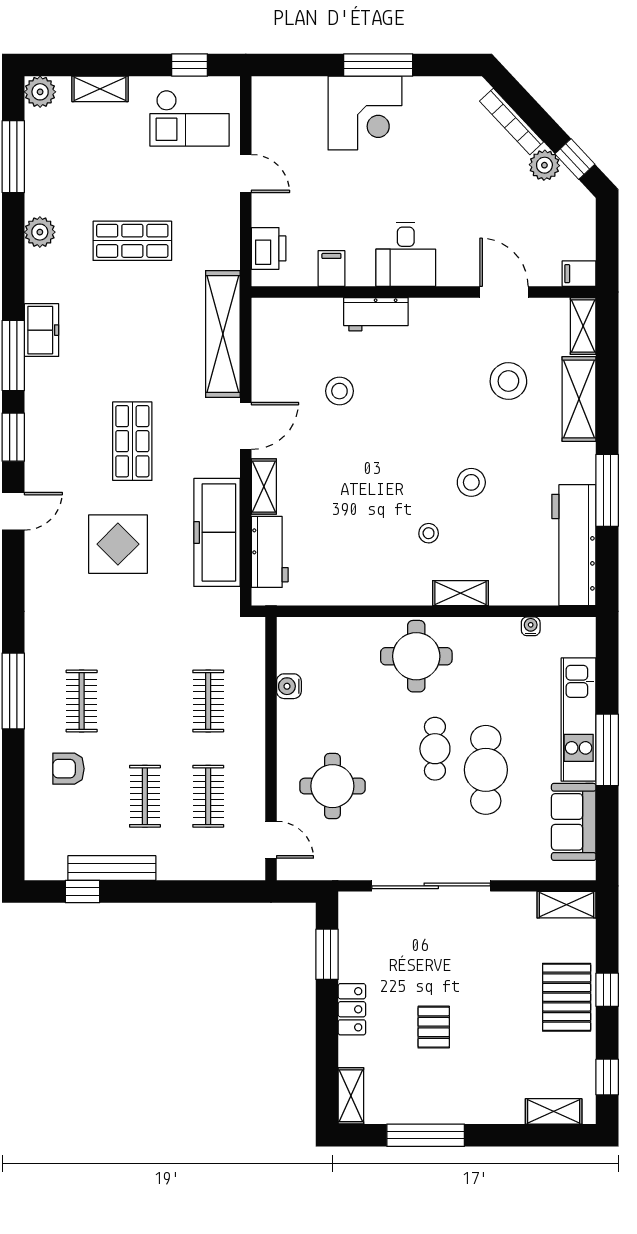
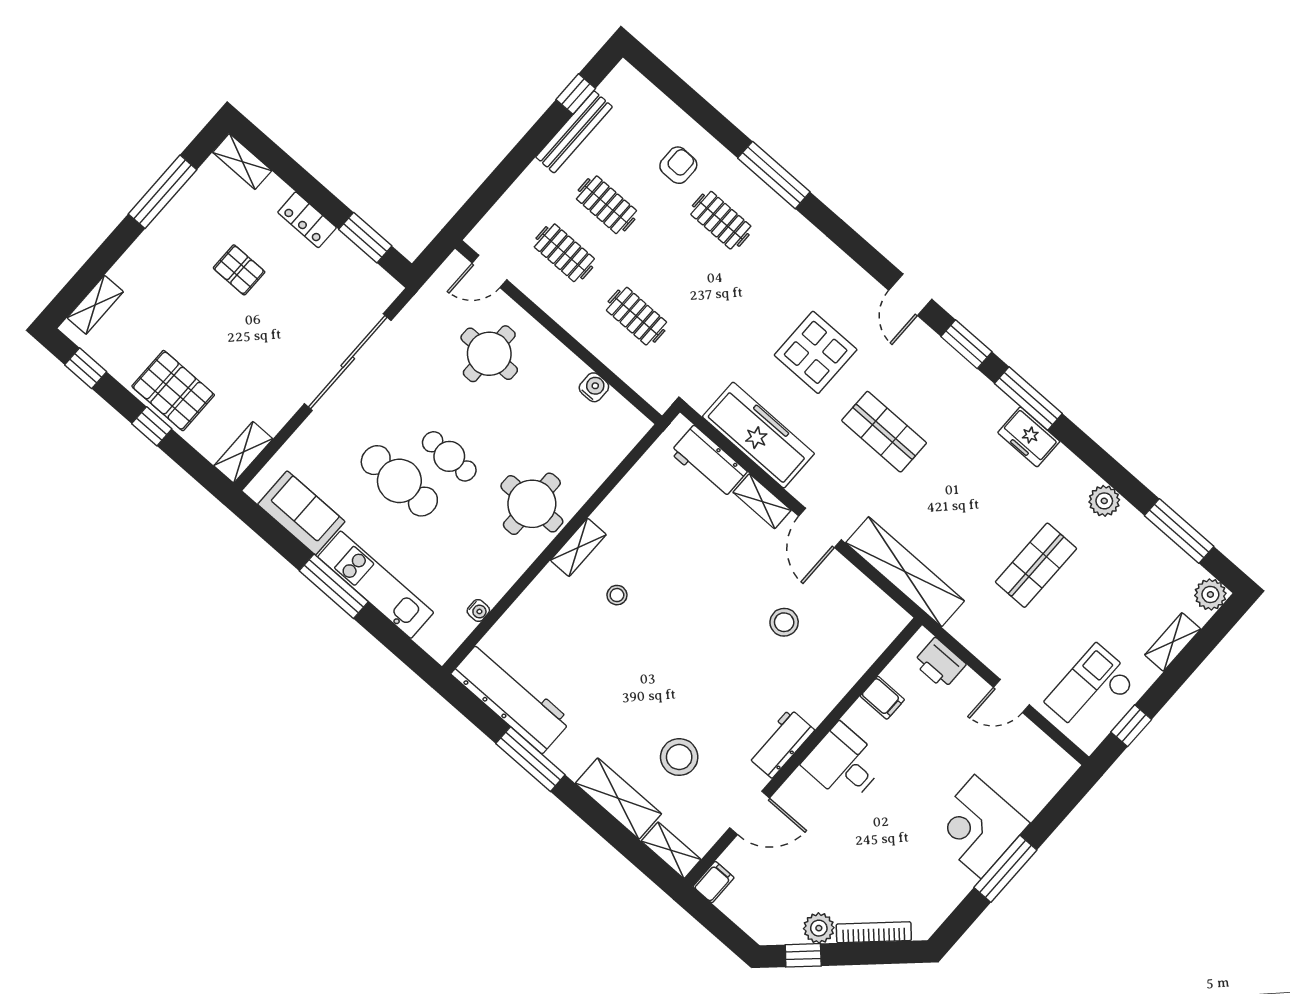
workbench: (376, 314) -> (781, 743), moved
stool: (471, 482) -> (627, 661), removed
shelving: (460, 593) -> (578, 547), moved

